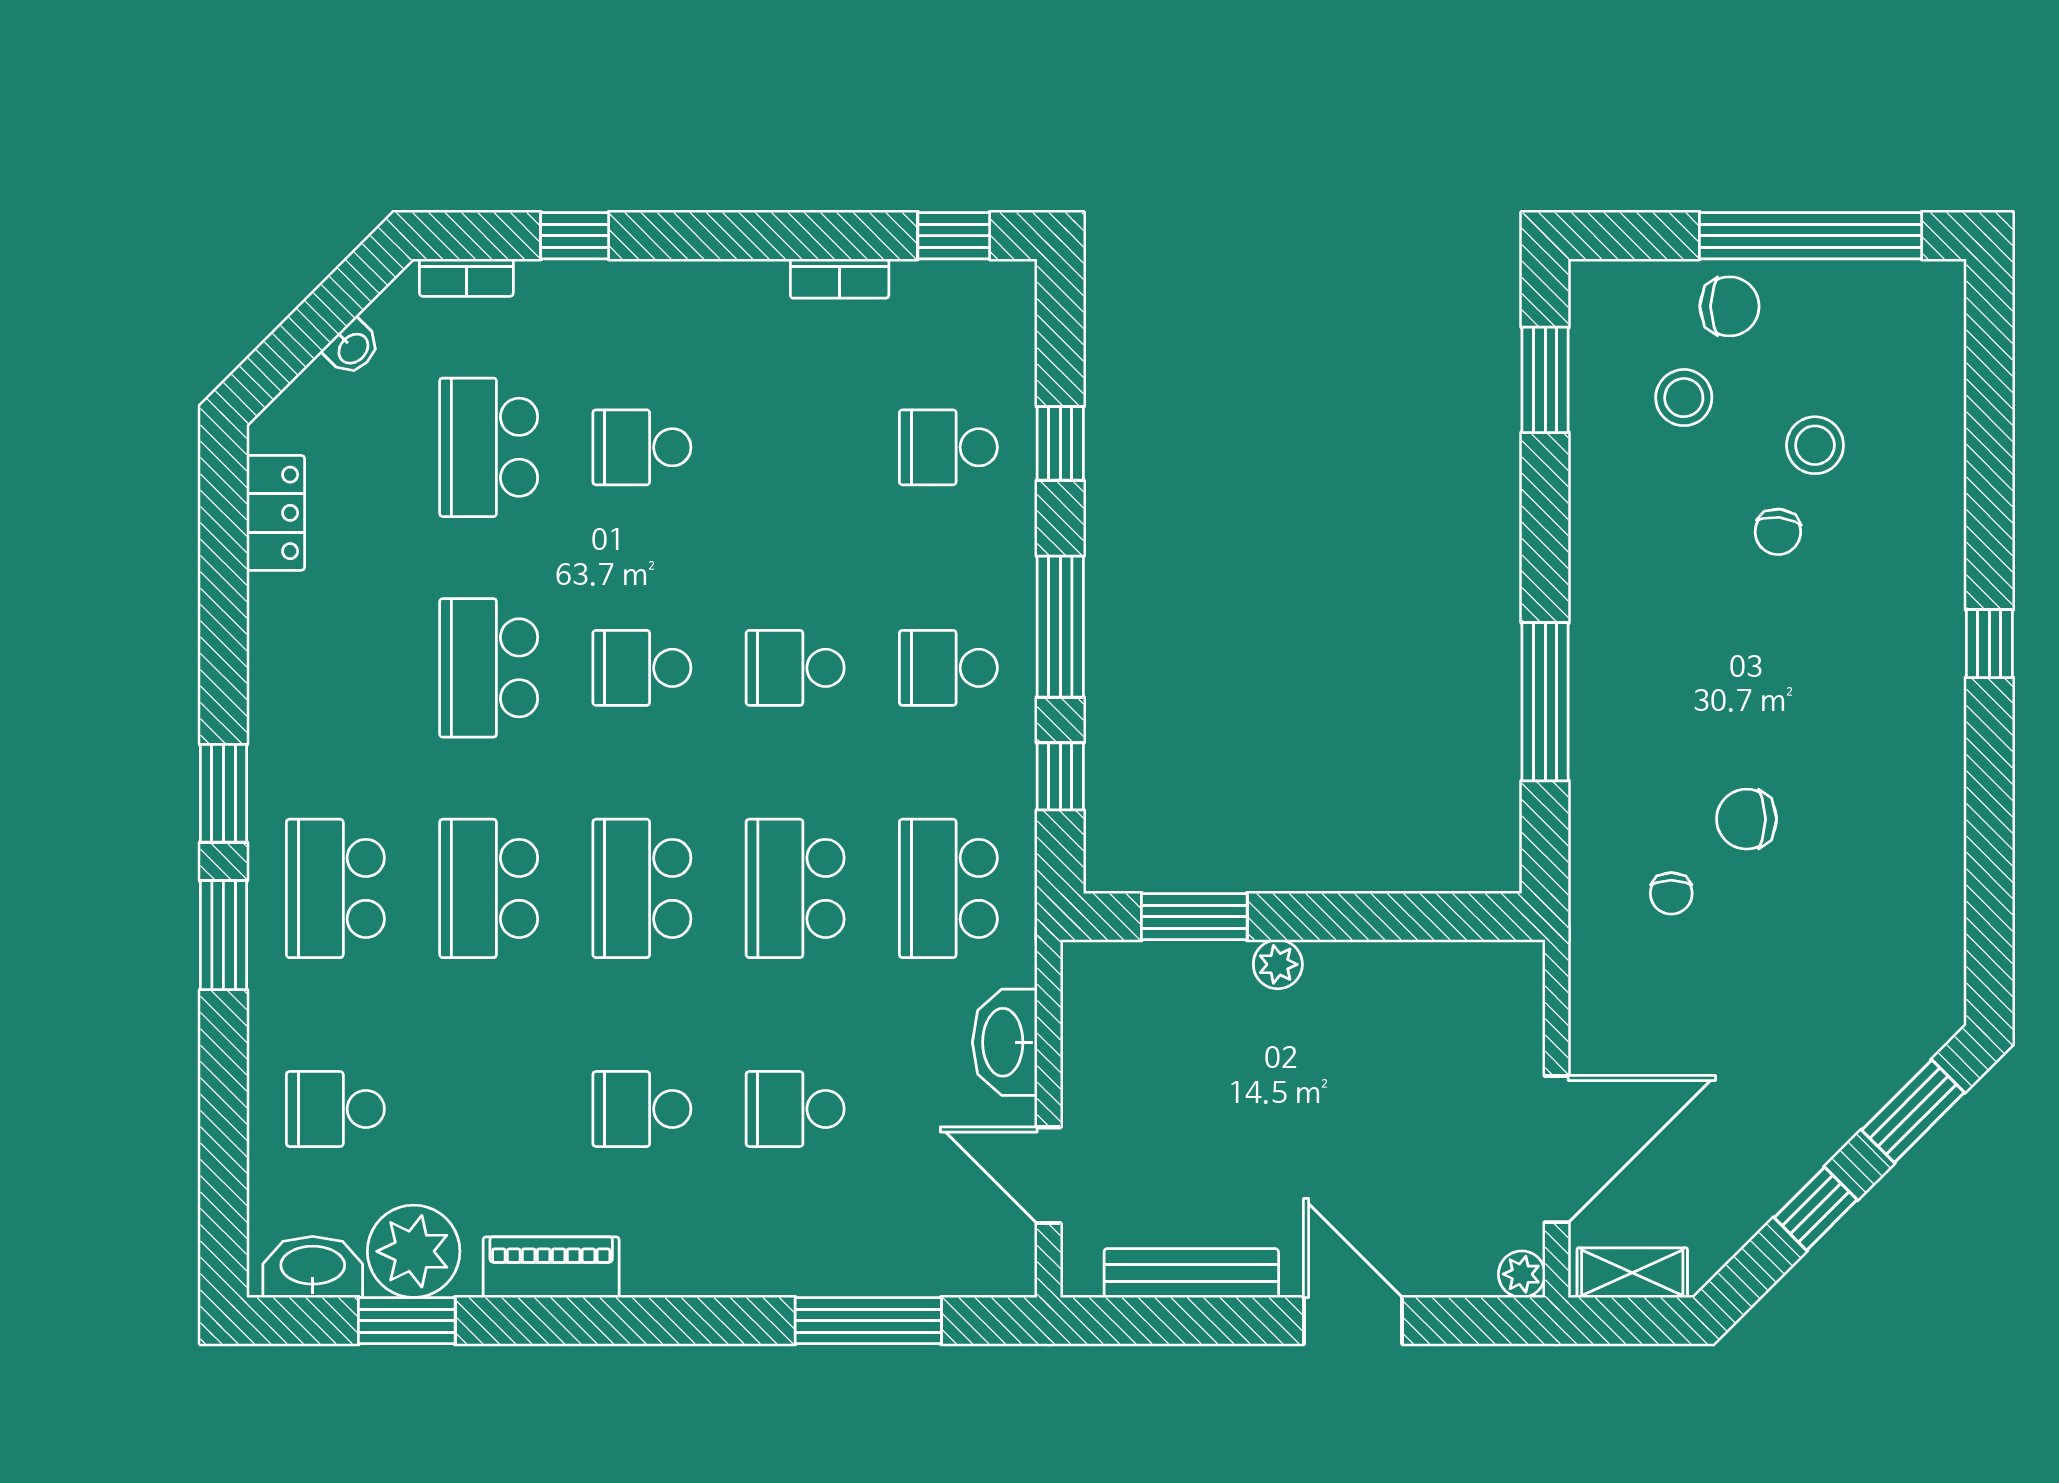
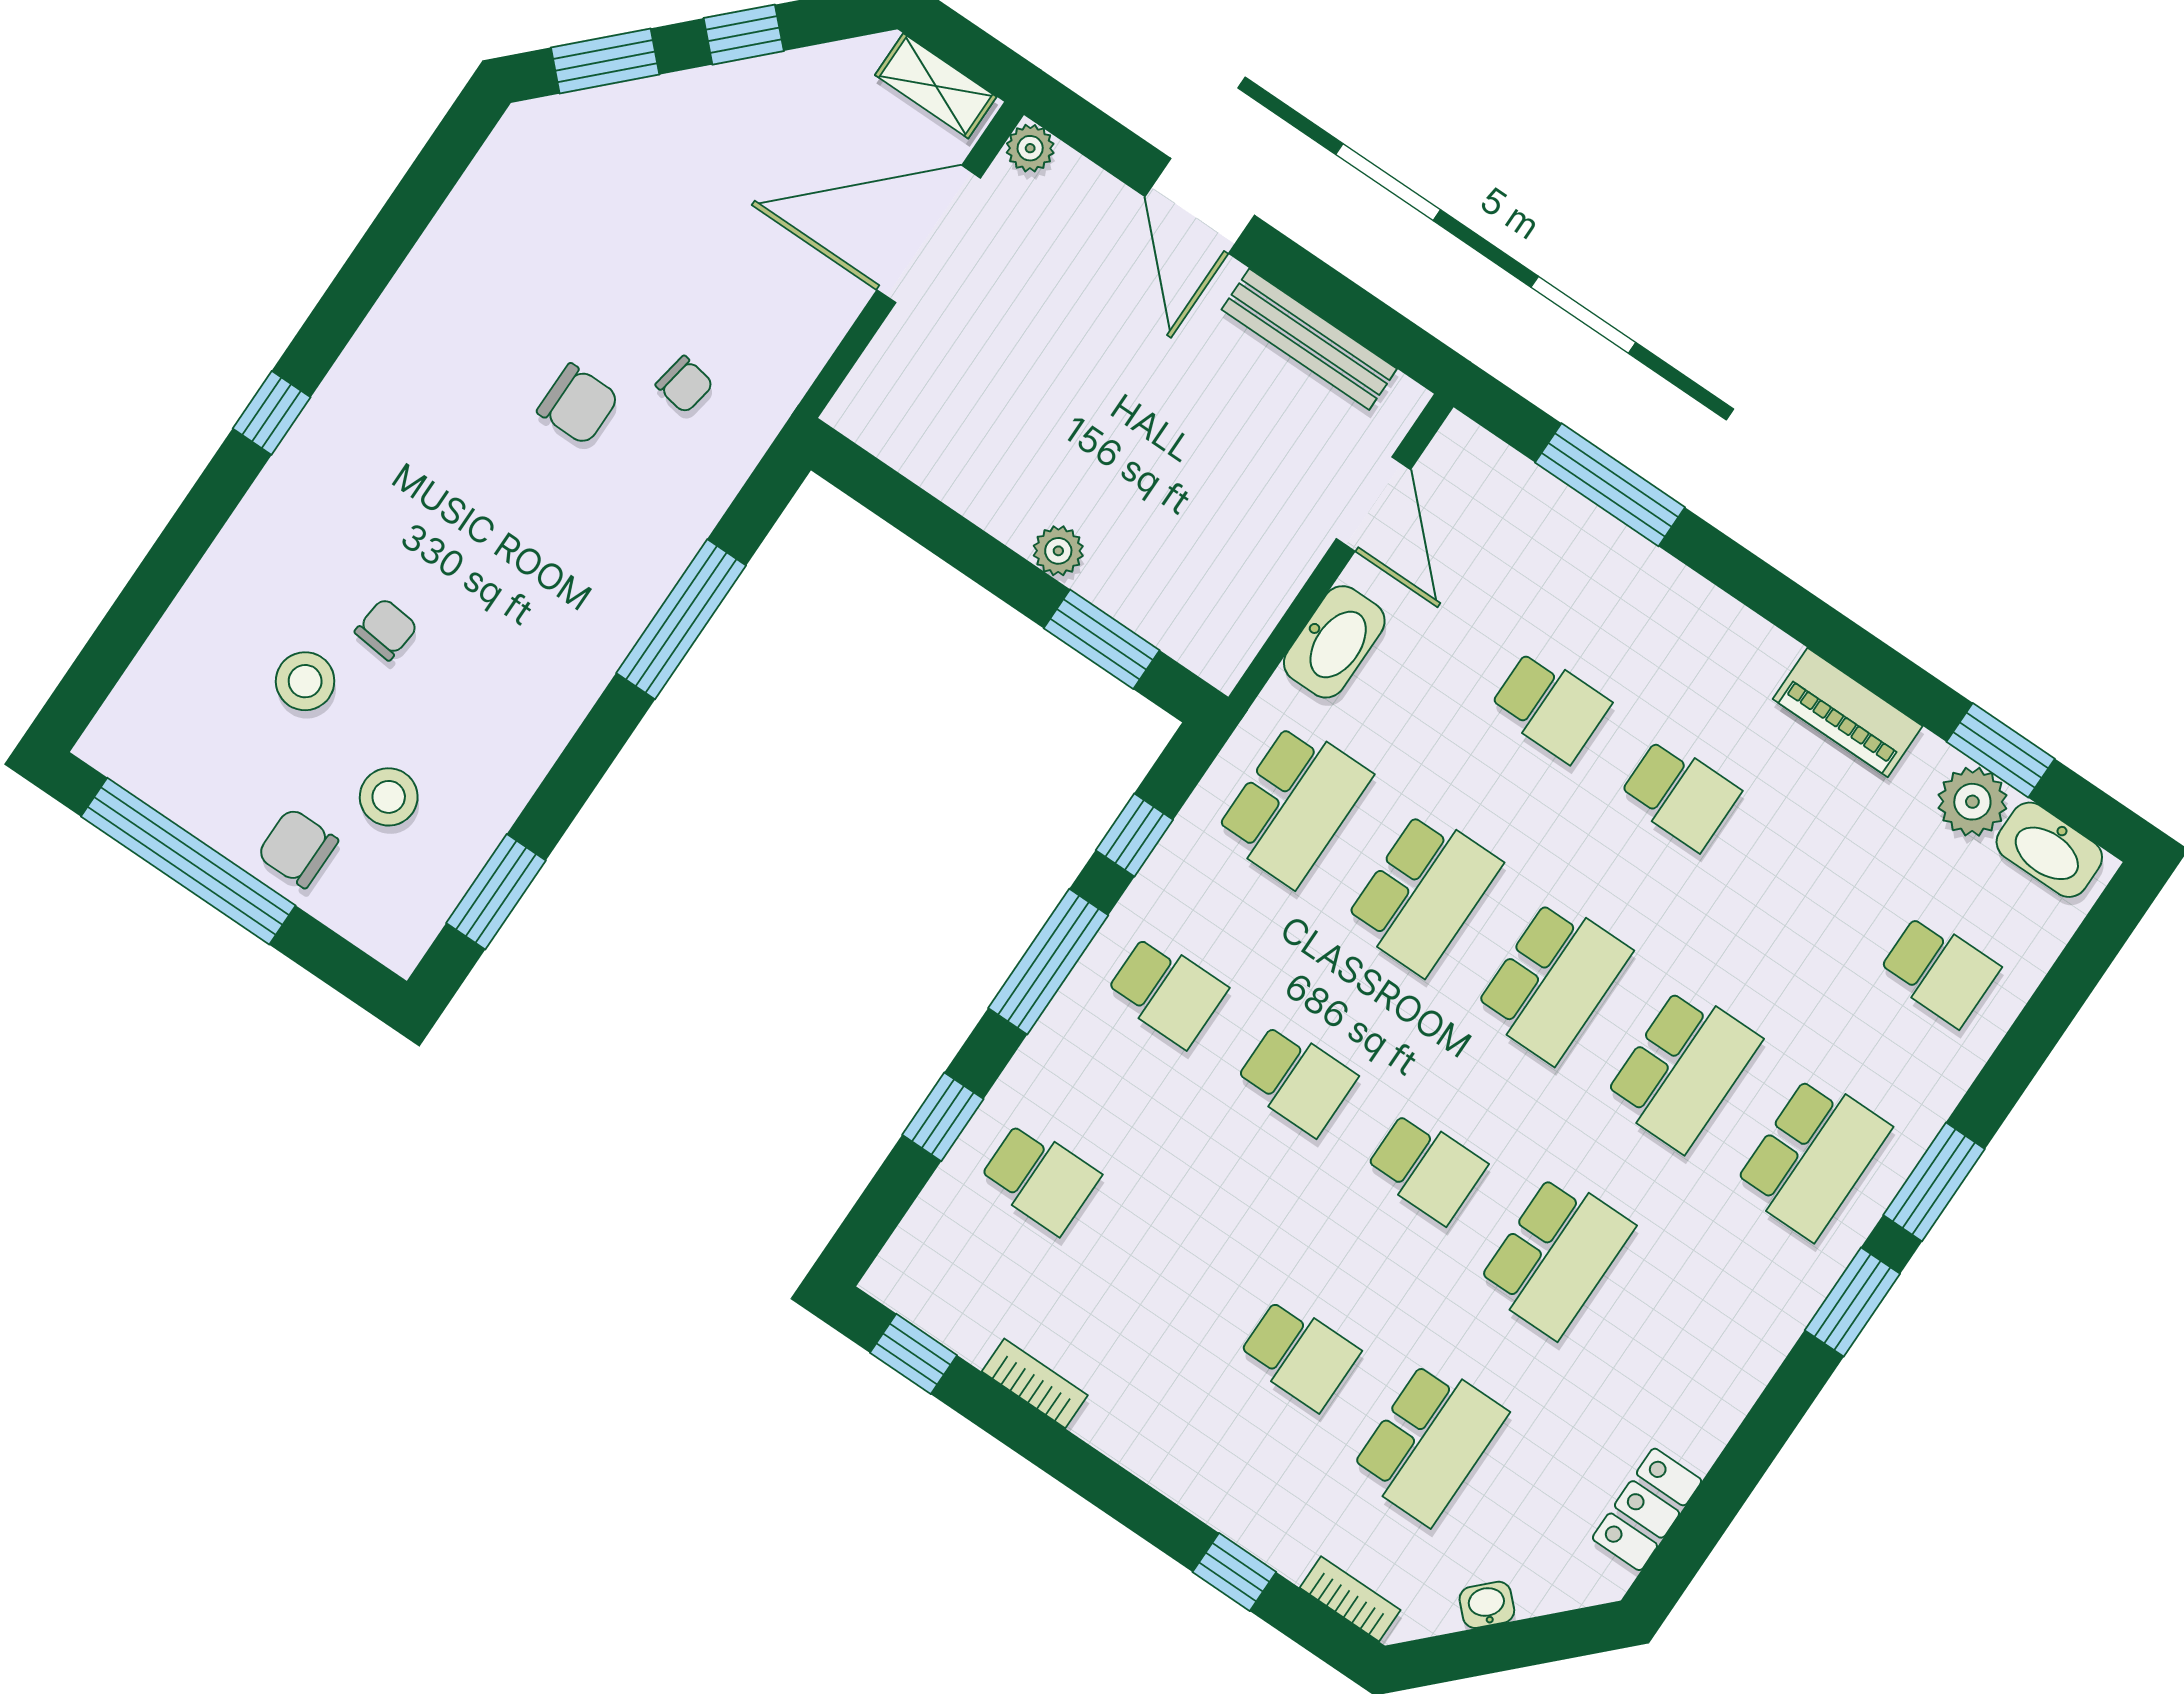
chair: (1671, 893) -> (685, 385), turned 100
plant: (414, 1251) -> (1972, 802), width x0.73, depth x0.73

